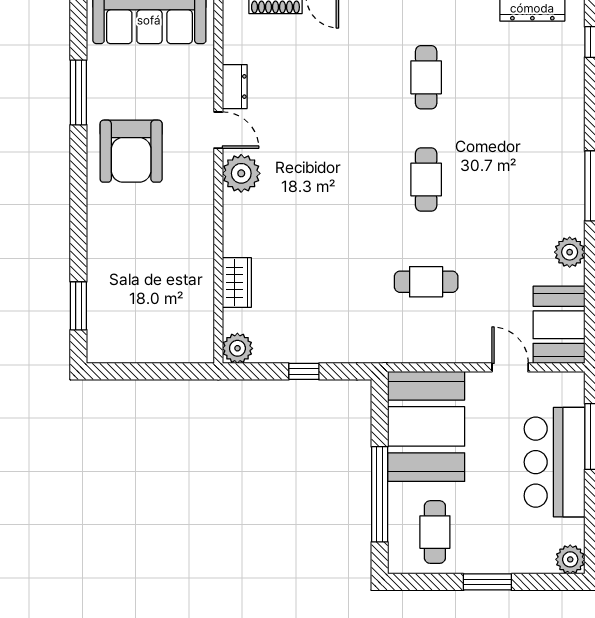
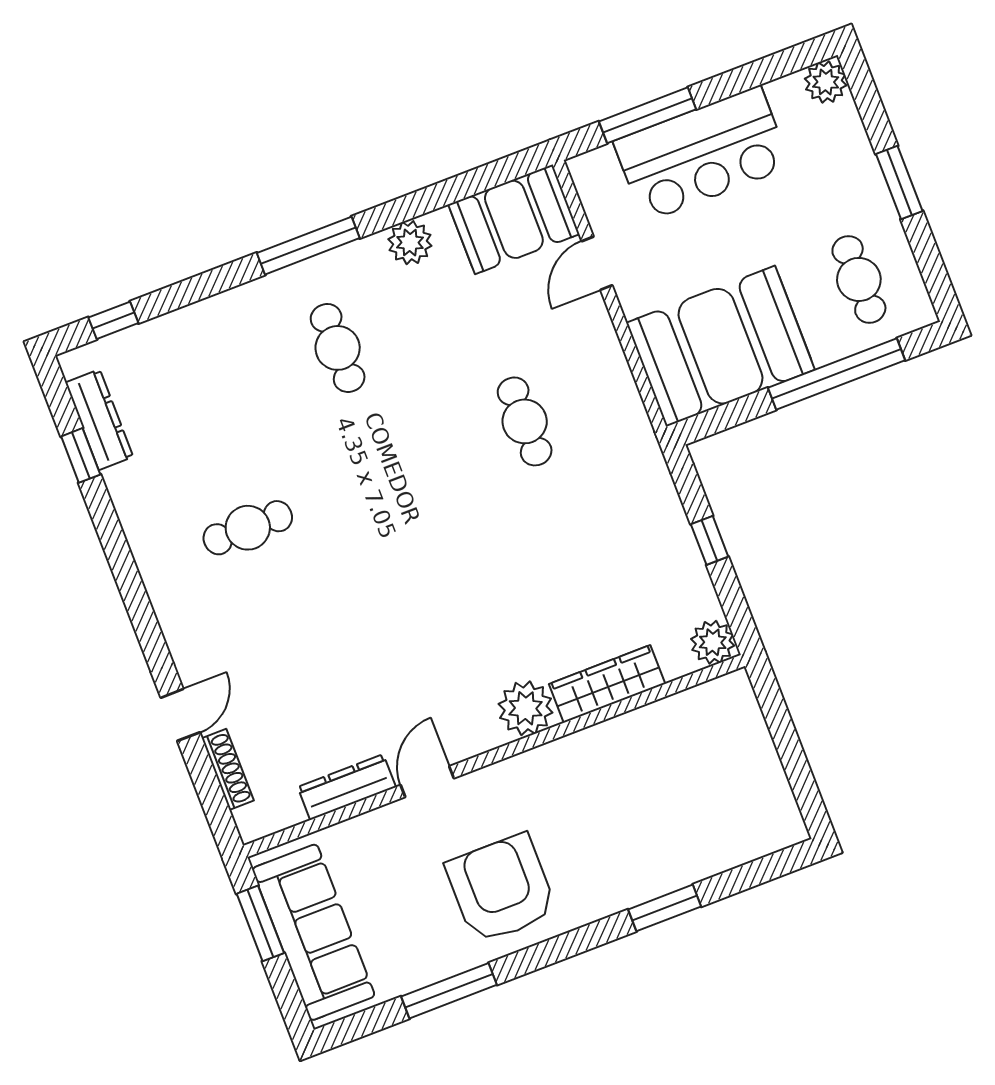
dresser: (235, 87) -> (347, 787), width x1.44
armchair: (131, 151) -> (501, 889), turned -90
plant: (241, 173) -> (526, 708), moved
cafe table: (426, 179) -> (338, 348), moved, turned 90
wardrobe: (237, 282) -> (607, 684), width x1.50
window: (78, 306) -> (665, 908), moved
cafe table: (435, 532) -> (859, 279), turned 90

